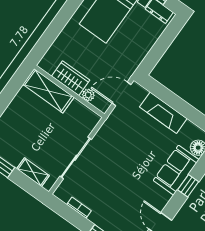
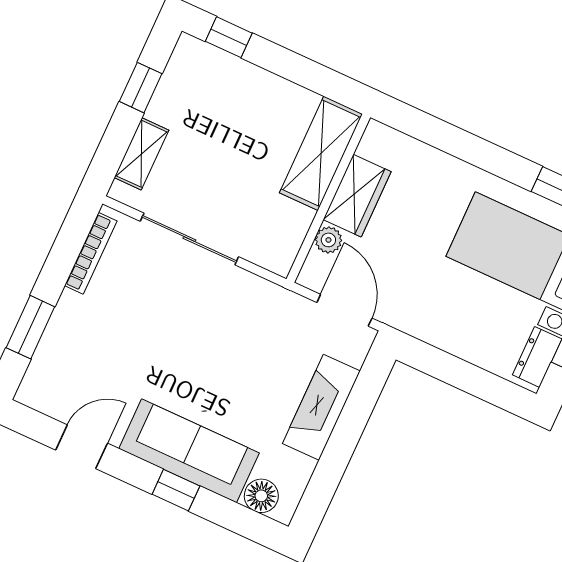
sofa: (176, 170) -> (189, 451), width x1.36
bookcase: (79, 208) -> (91, 253), width x1.56

